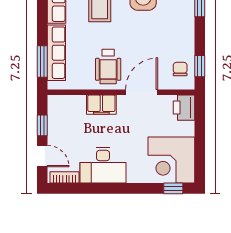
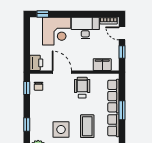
window: (42, 62) -> (122, 110), moved
door: (142, 92) -> (62, 72), swing flipped
filing cabinet: (101, 105) -> (102, 65), moved
corner desk: (171, 160) -> (57, 31), moved, turned 90

